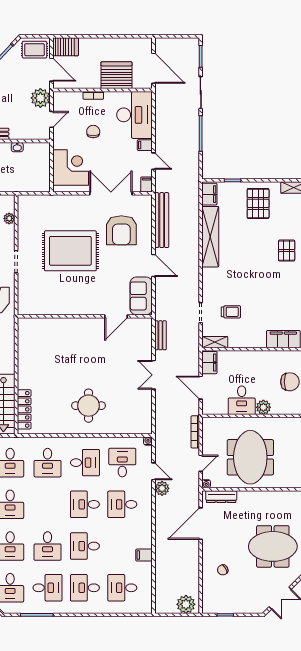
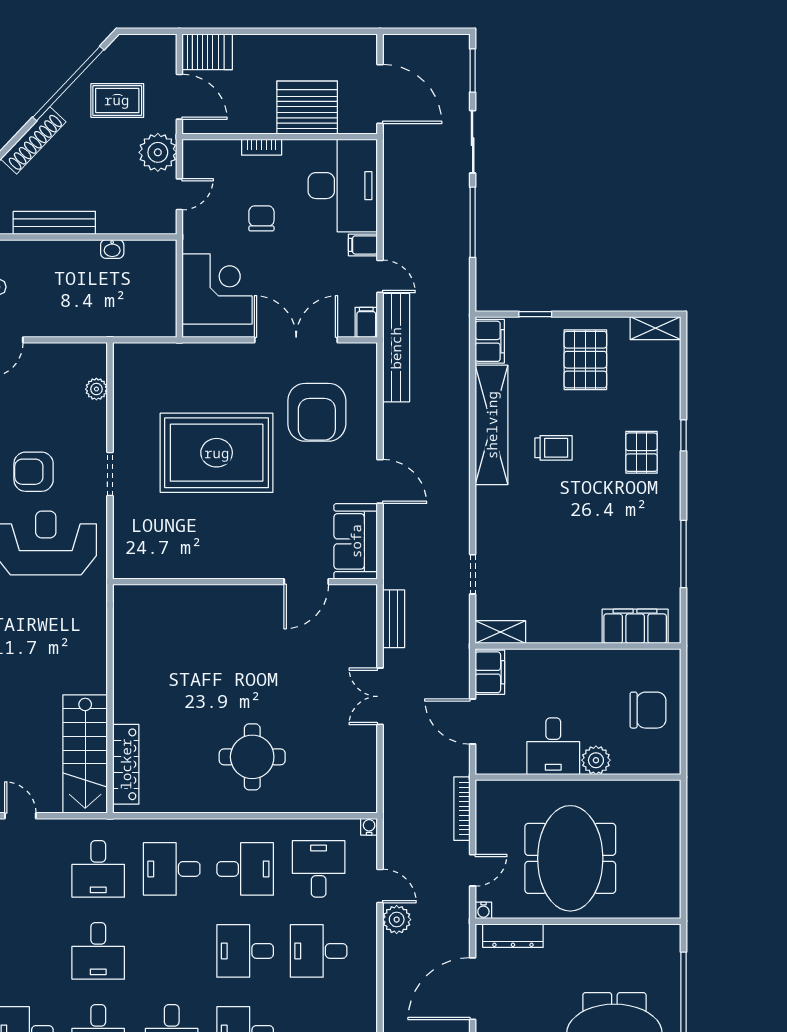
rug: (34, 50) -> (117, 100), moved
bench: (162, 220) -> (396, 348), moved
trolley: (231, 312) -> (553, 448), moved
desk: (48, 463) -> (172, 869), turned 90

